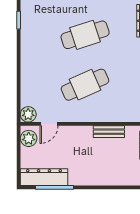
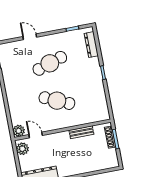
cafe table: (85, 85) -> (57, 101), turned 48
door: (49, 124) -> (36, 135), swing flipped

